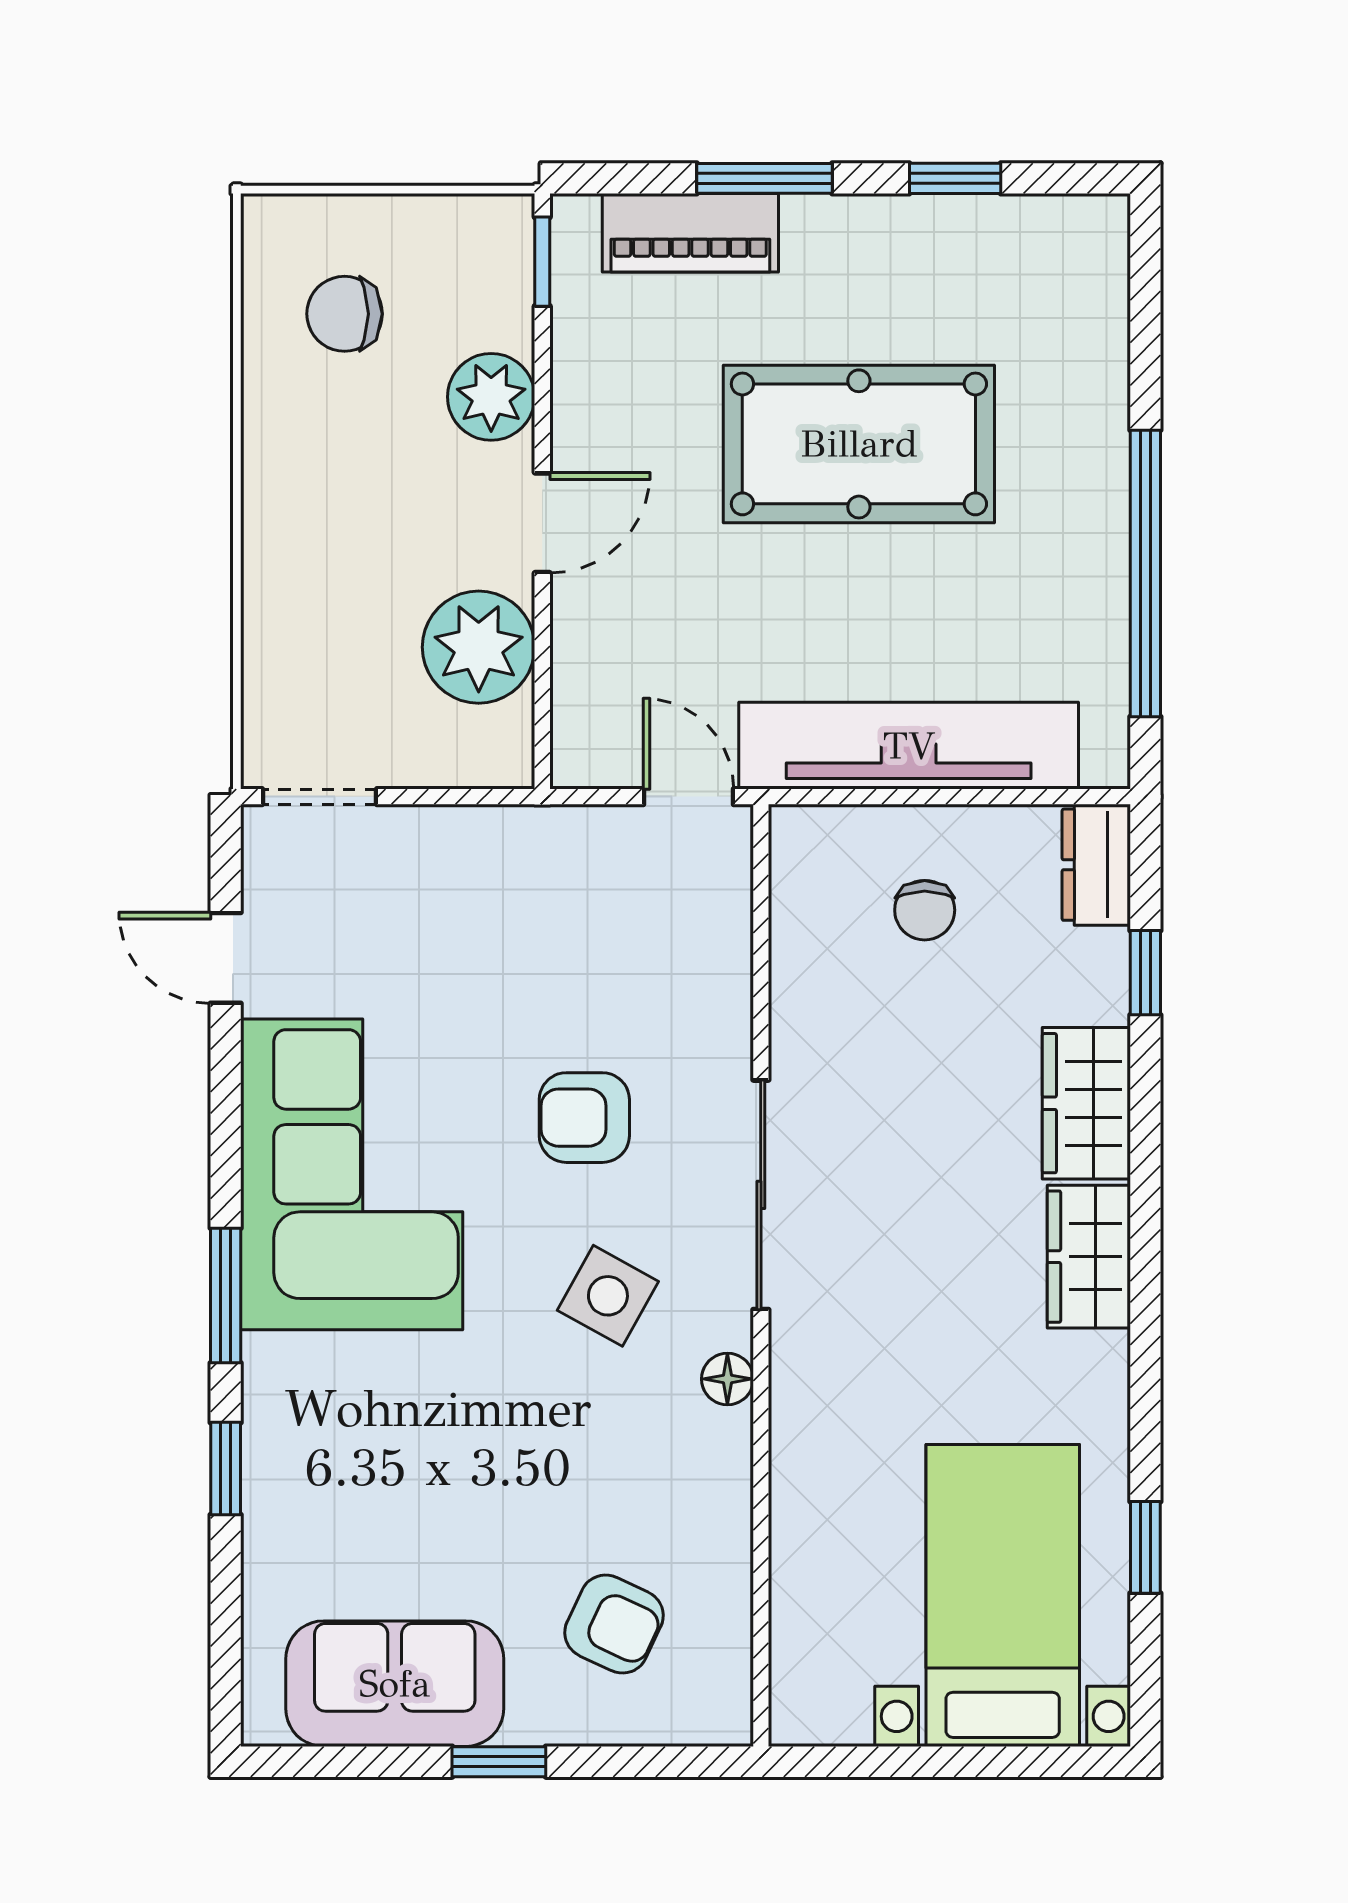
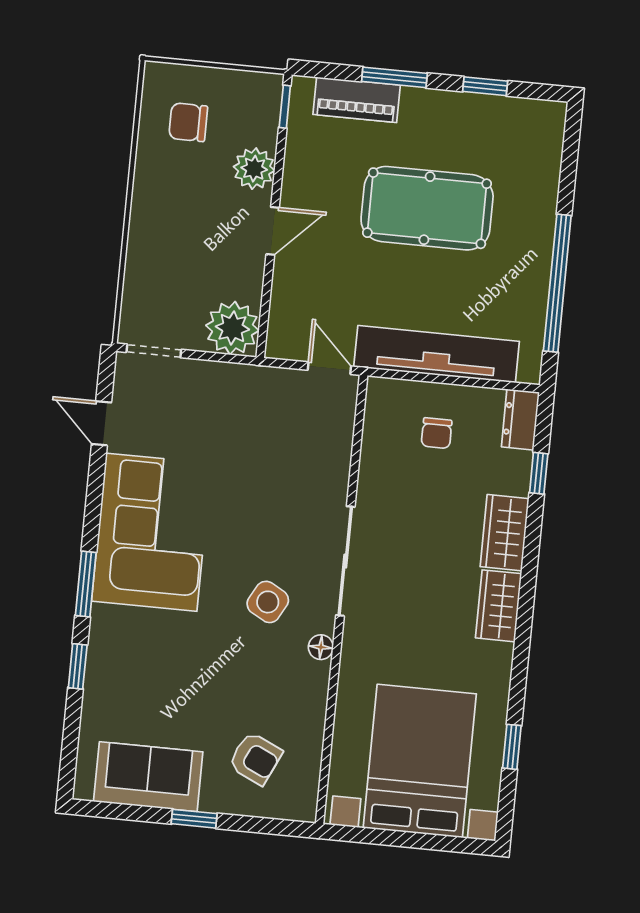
plant: (479, 647) -> (232, 328), moved
armchair: (584, 1118) -> (265, 516), removed
bed with nightstands: (1003, 1595) -> (420, 761), width x1.36

